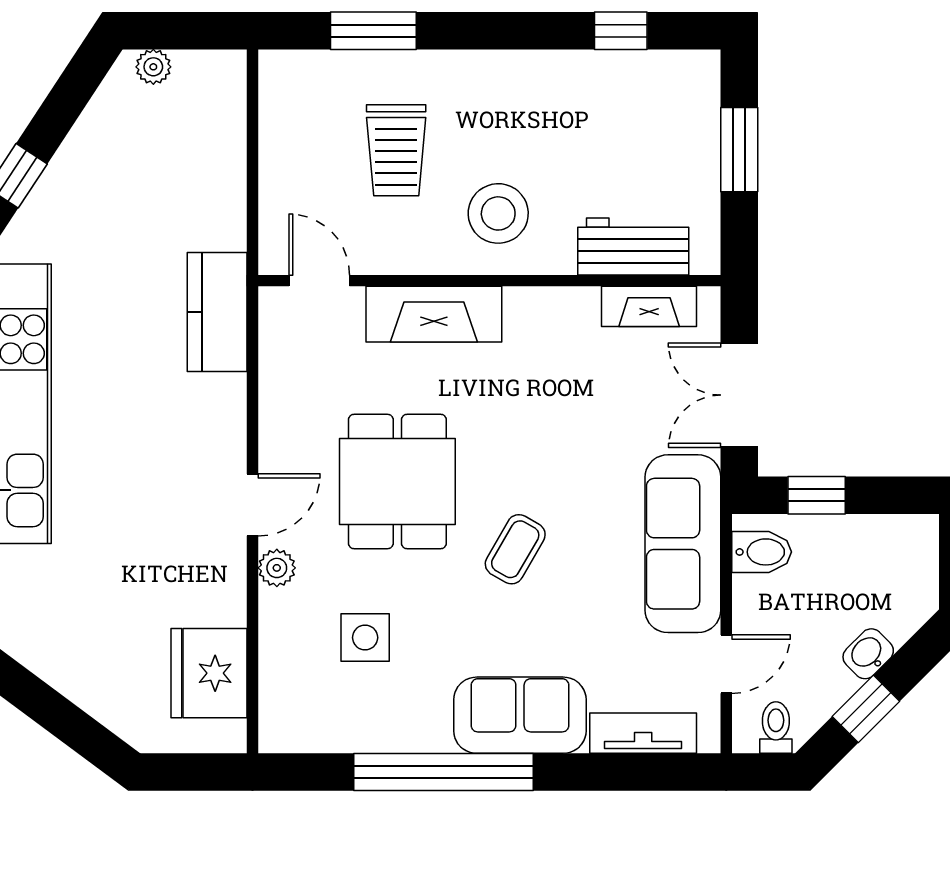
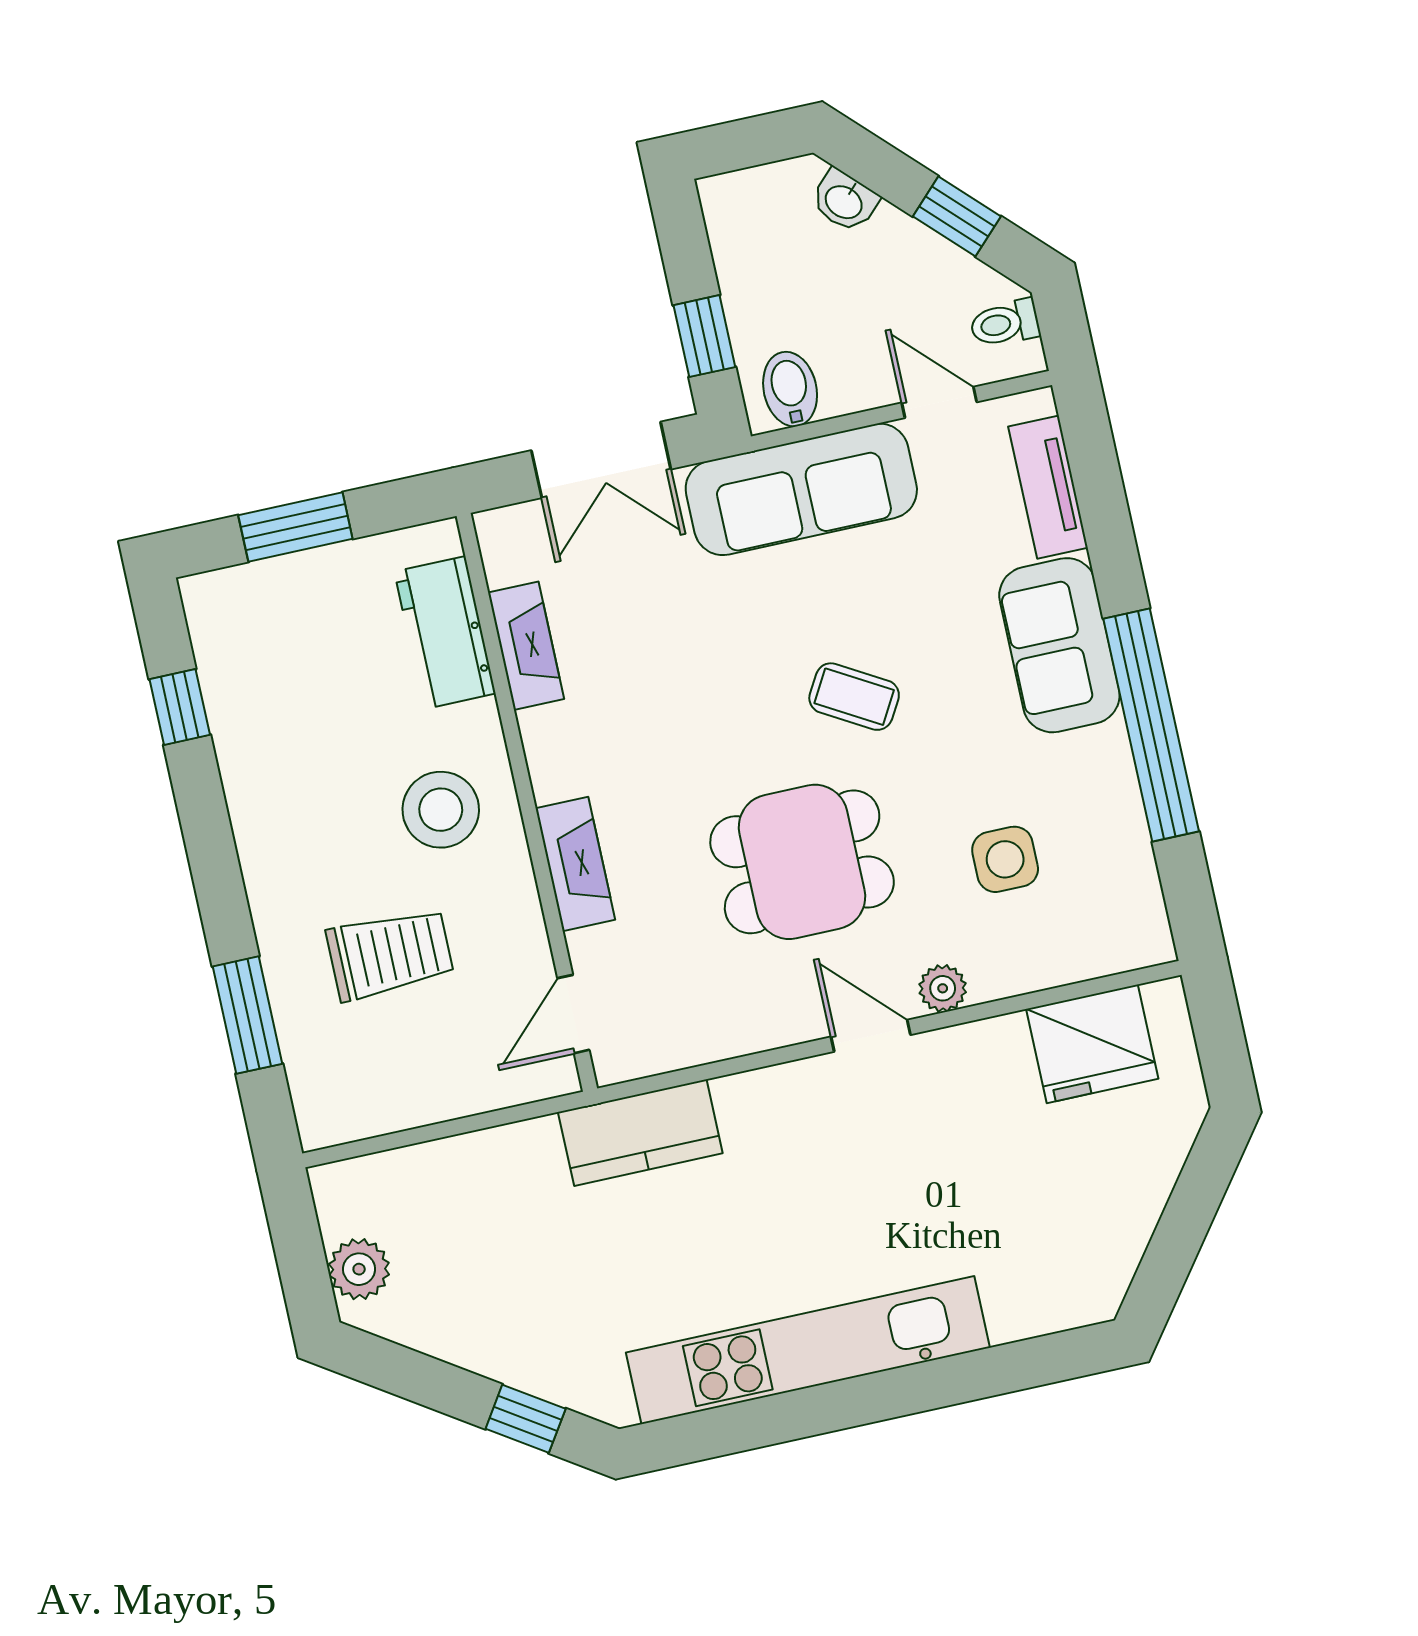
plant: (153, 67) -> (359, 1269), width x1.38, depth x1.38
fireplace: (649, 306) -> (526, 646), moved
fireplace: (434, 314) -> (575, 864), width x0.73, depth x0.76
washbasin: (868, 654) -> (844, 201), moved

